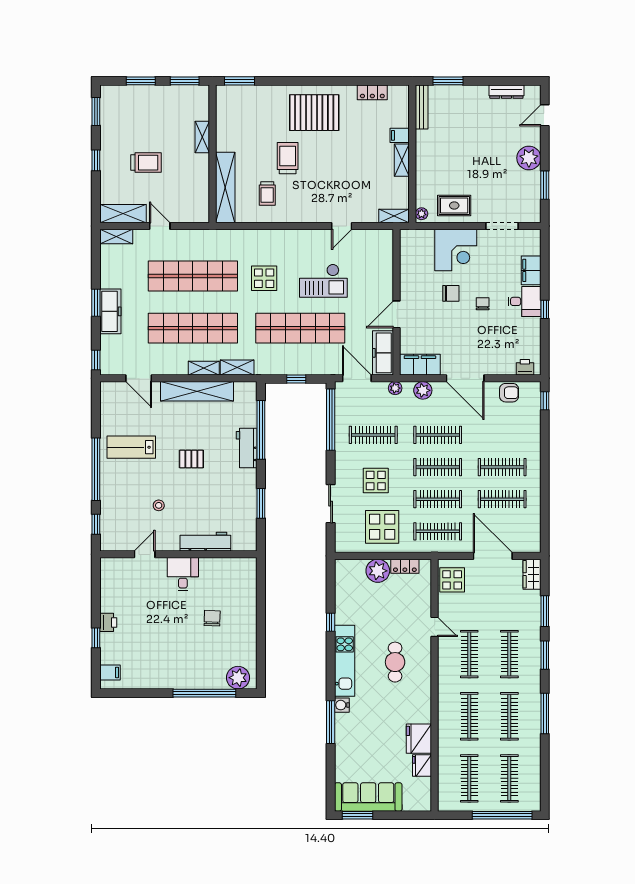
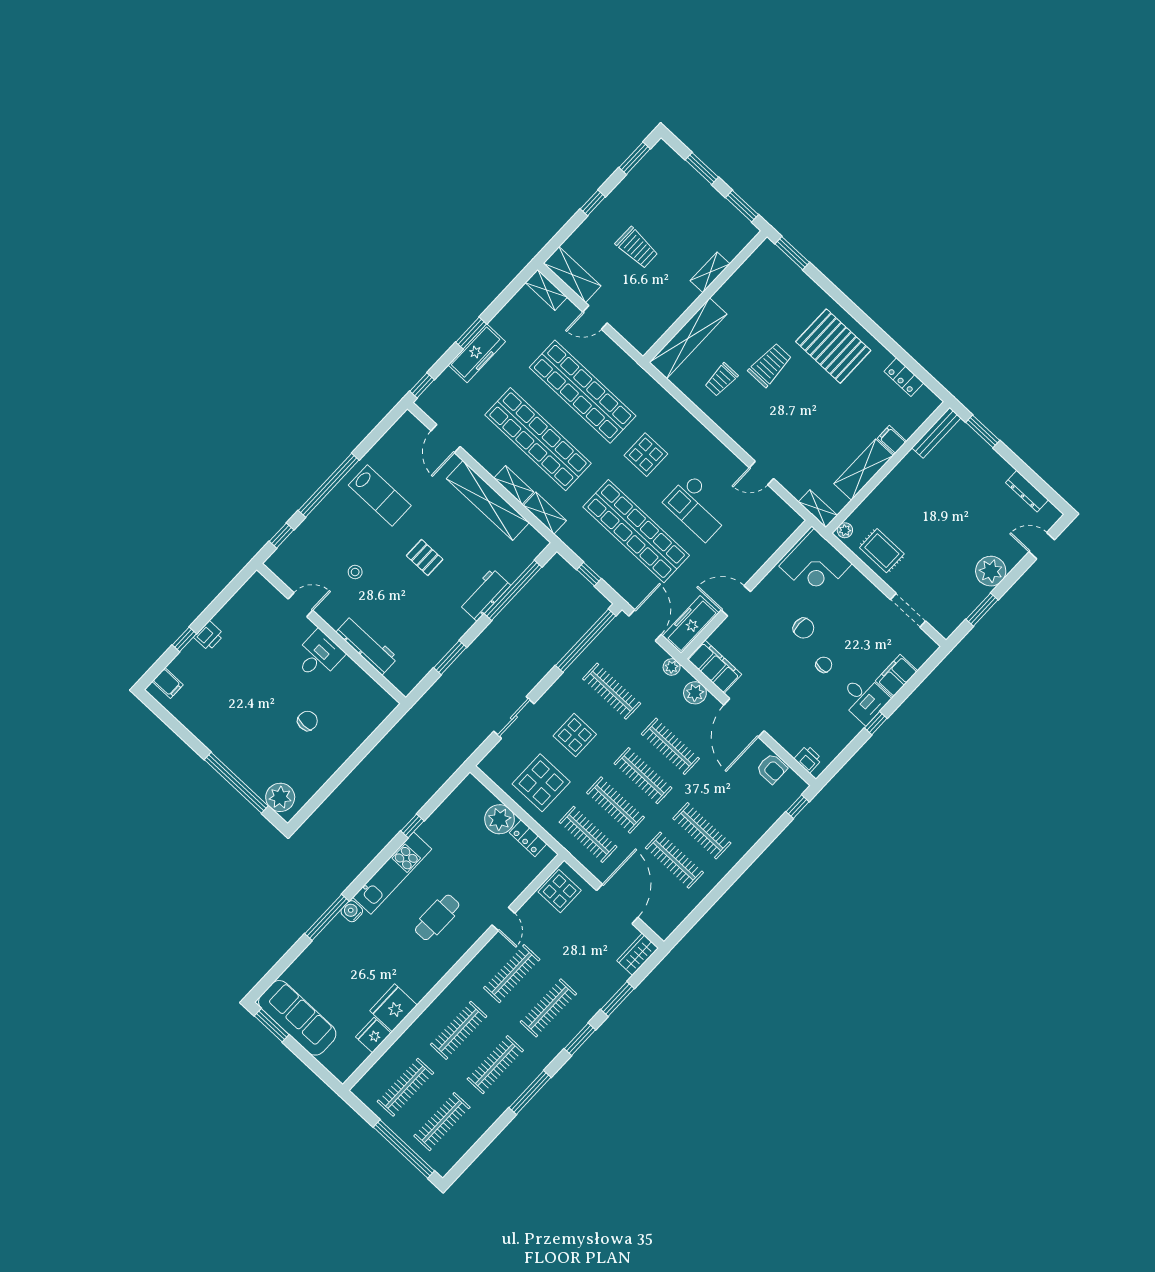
shelving: (402, 160) -> (864, 470), width x1.50, depth x1.33
door: (160, 226) -> (595, 317), swing flipped
corner desk: (456, 250) -> (816, 565), moved
lab bench: (131, 447) -> (380, 495), turned 180

